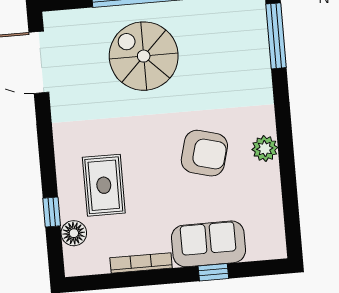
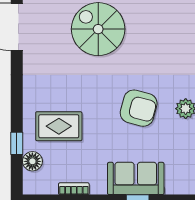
rug: (104, 185) -> (59, 126), turned 90
bookcase: (141, 263) -> (74, 189), width x0.64

